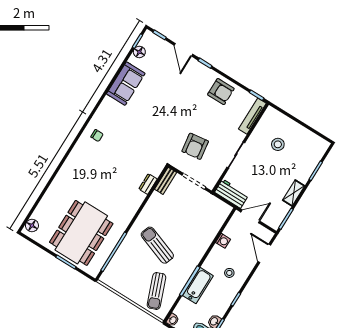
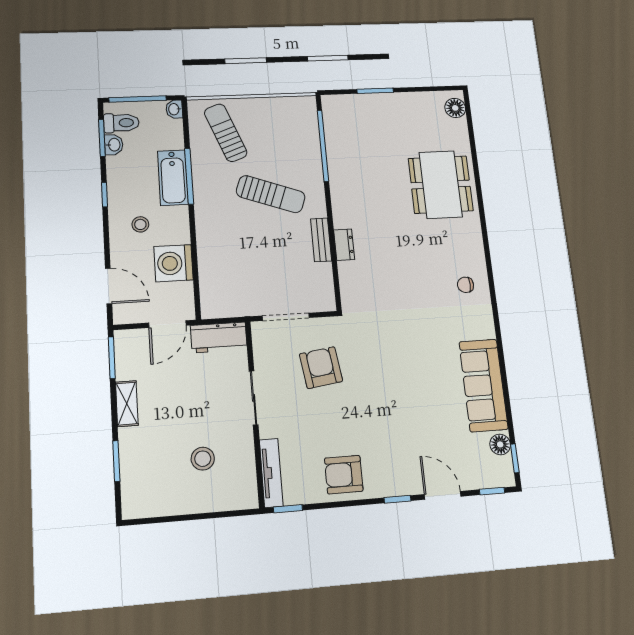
sofa: (126, 84) -> (483, 385), width x1.36
bench: (166, 181) -> (321, 240), moved
dresser: (148, 184) -> (344, 245), moved
dining table: (81, 233) -> (441, 185), moved, width x0.73, depth x0.80
washing machine: (223, 241) -> (174, 263), width x1.89, depth x1.89

